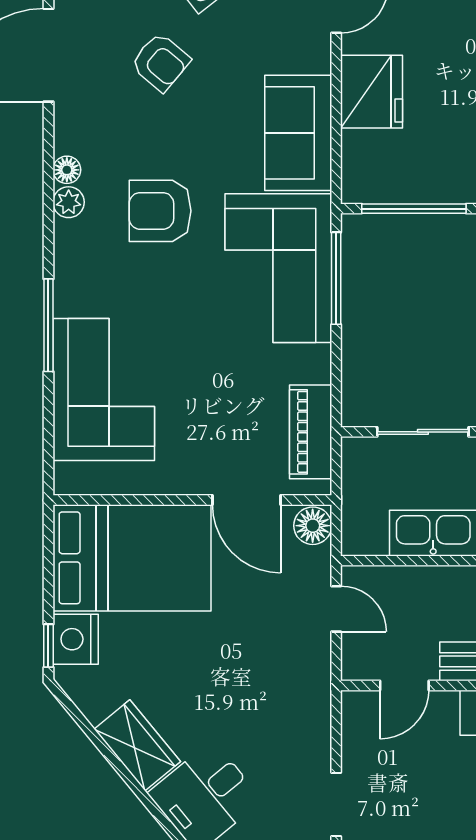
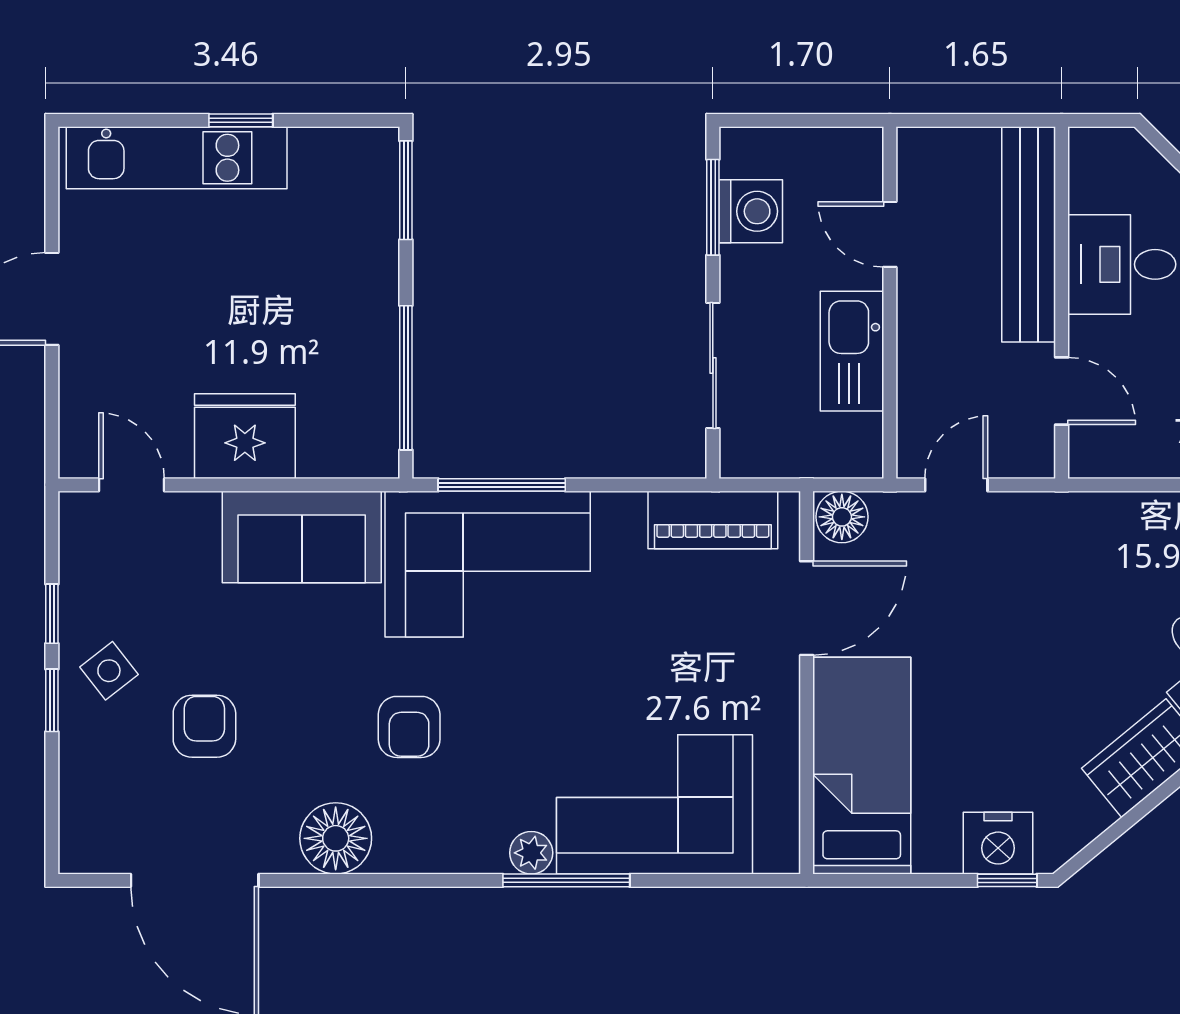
armchair: (161, 62) -> (204, 726), turned -40
floor lamp: (67, 170) -> (336, 838), width x1.89, depth x1.89
plant: (69, 202) -> (531, 853), moved
armchair: (160, 211) -> (409, 727), width x0.72, depth x0.72
bed: (132, 558) -> (862, 766), width x0.67

